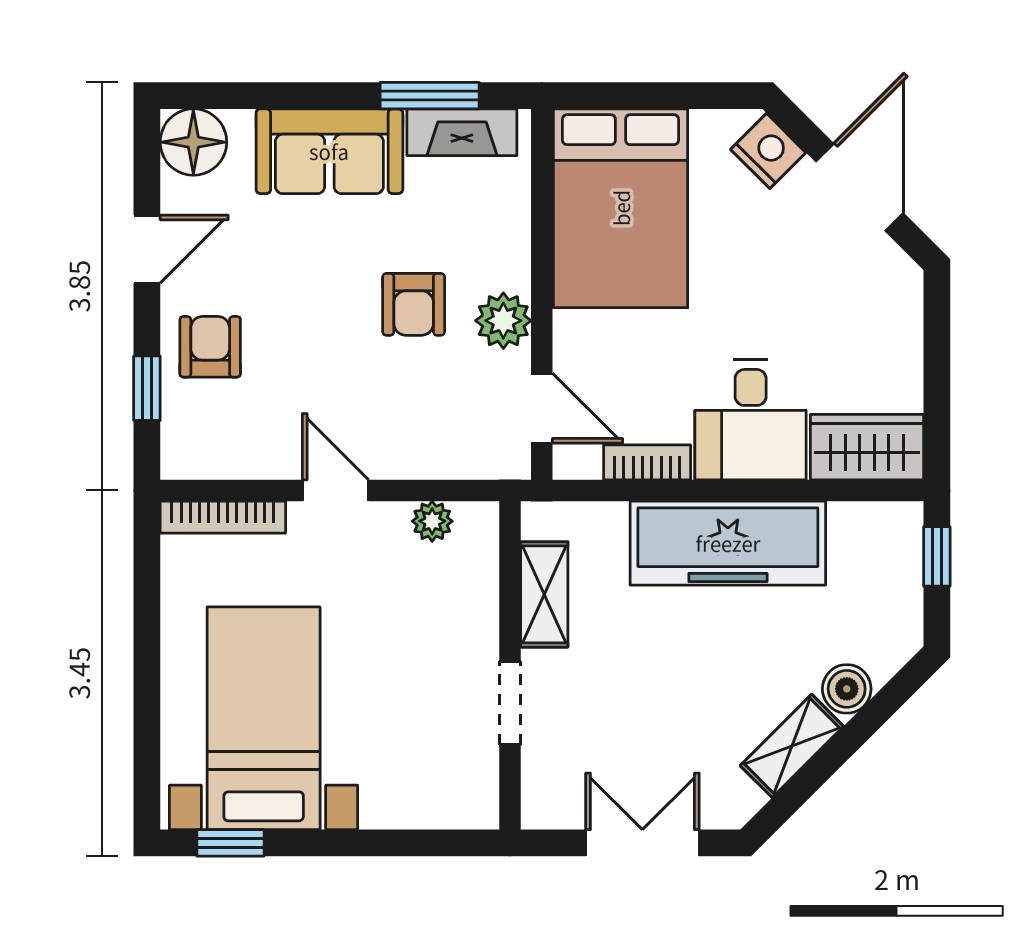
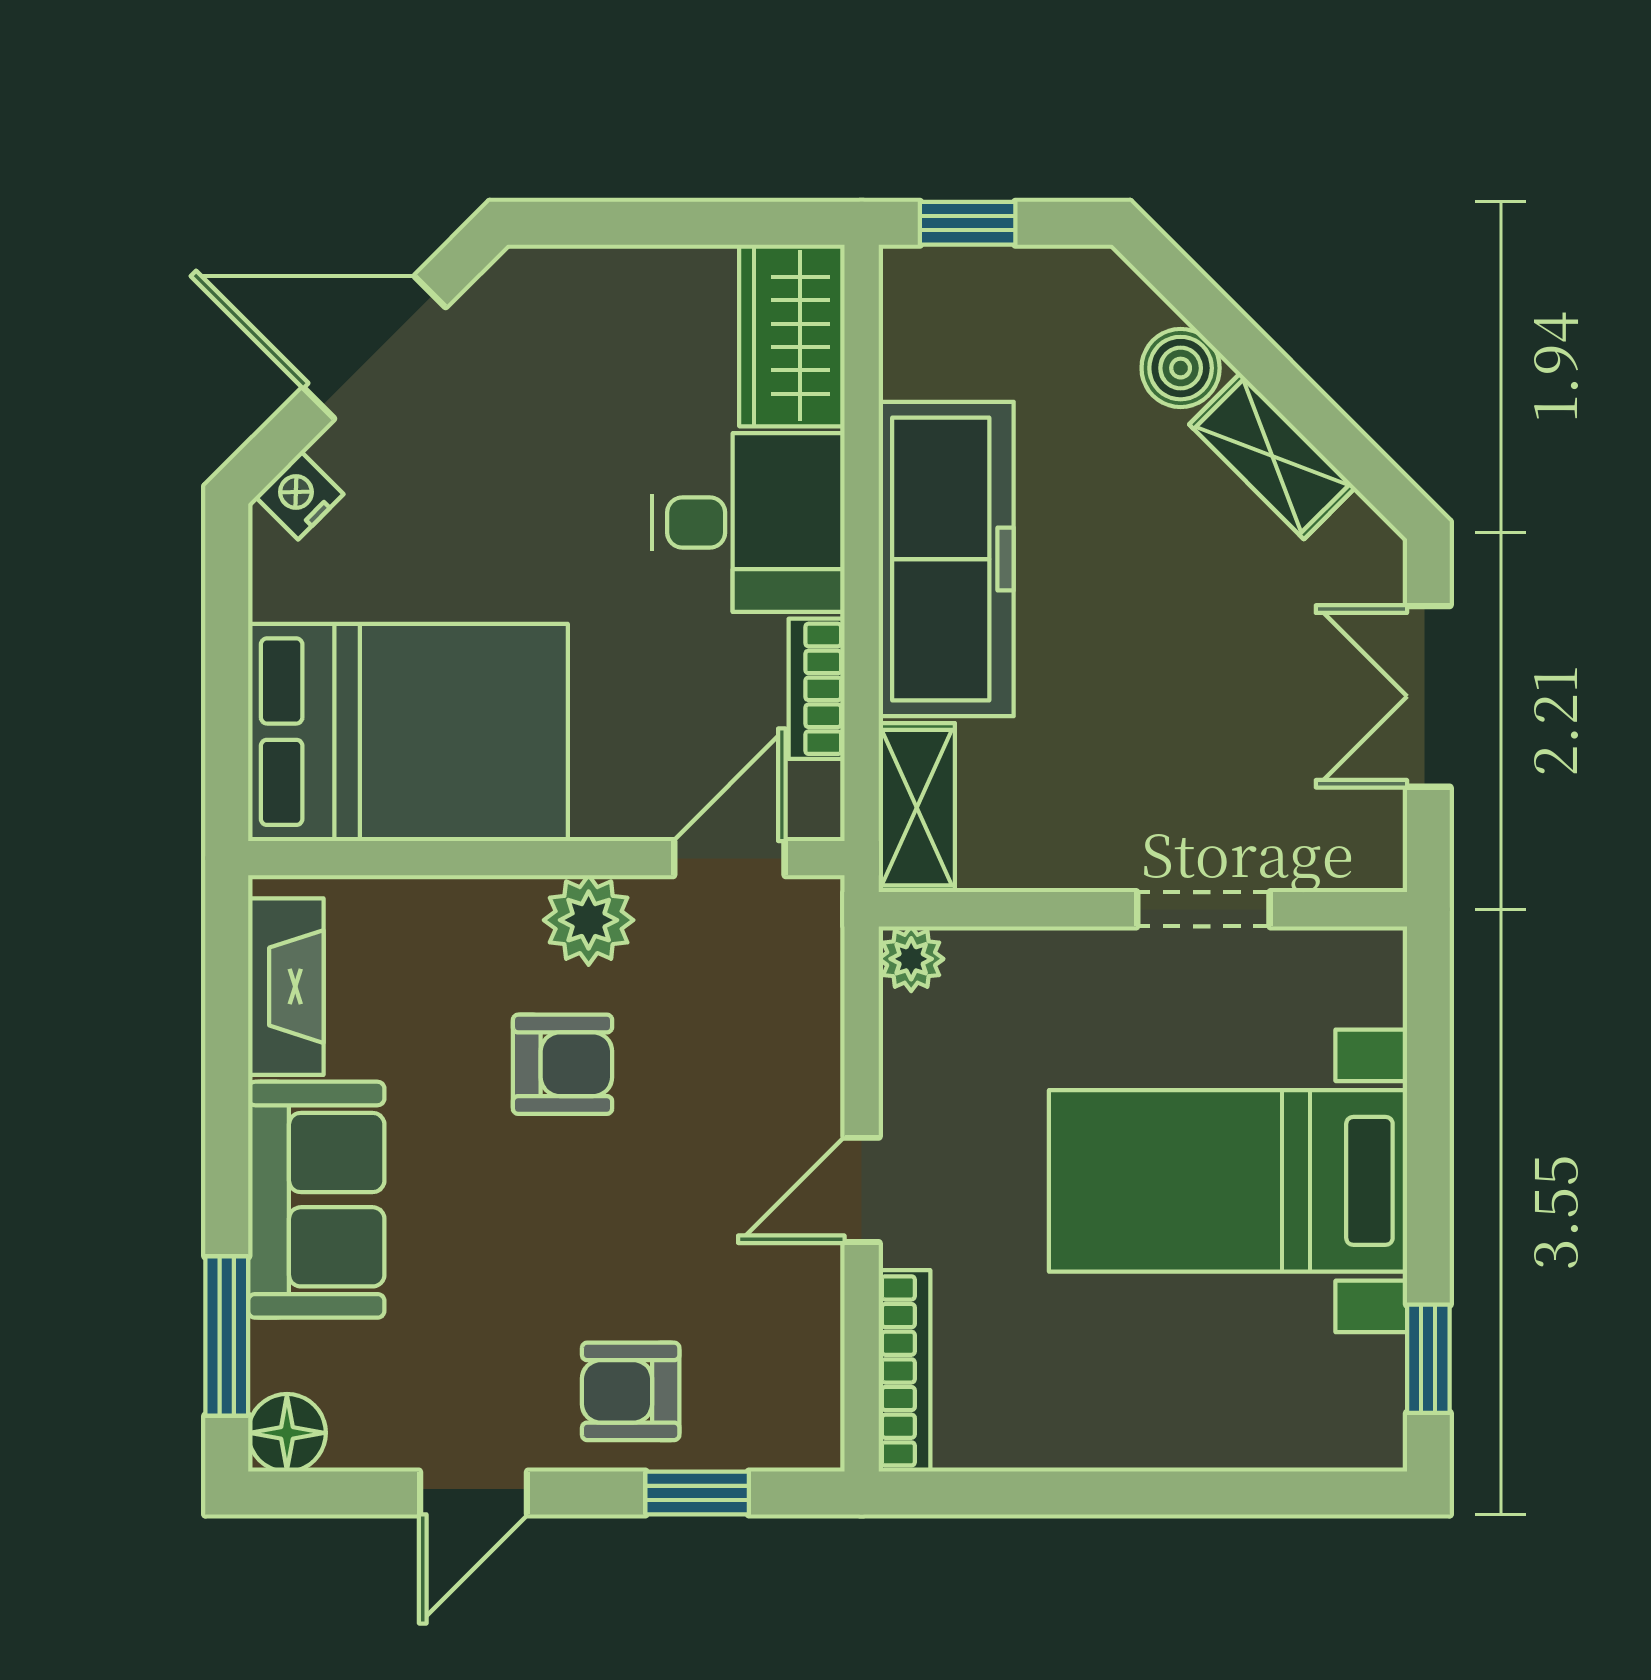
window: (430, 96) -> (227, 1336), moved
floor lamp: (193, 142) -> (287, 1433), width x0.73, depth x0.73
nightstand: (768, 151) -> (299, 495), width x0.72, depth x0.74
door: (147, 249) -> (474, 1493), swing flipped
plant: (432, 521) -> (911, 959), moved
shelving: (544, 594) -> (917, 808), moved, turned 90
bed with nightstands: (264, 718) -> (1228, 1181), moved

